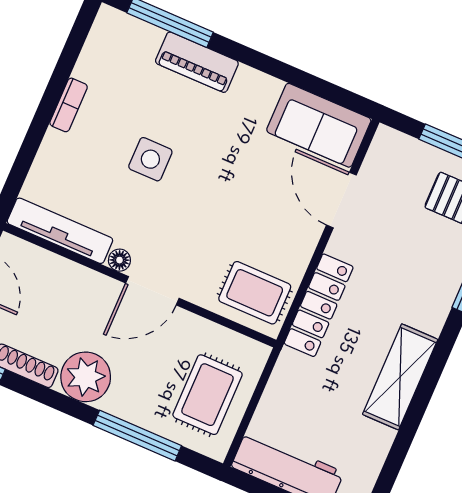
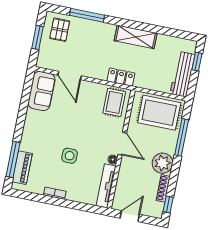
piano: (197, 62) -> (22, 168), moved
door: (341, 200) -> (70, 76), hinge flipped
locker: (319, 305) -> (121, 77), width x0.66
rug: (208, 395) -> (159, 113), width x1.36, depth x1.43

